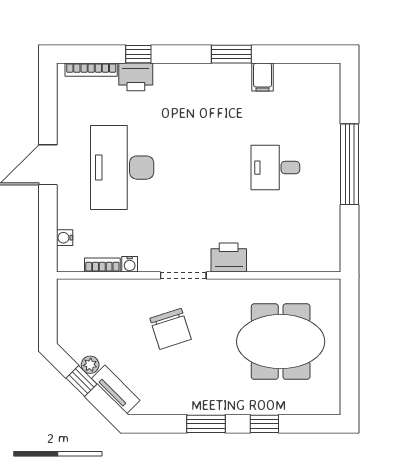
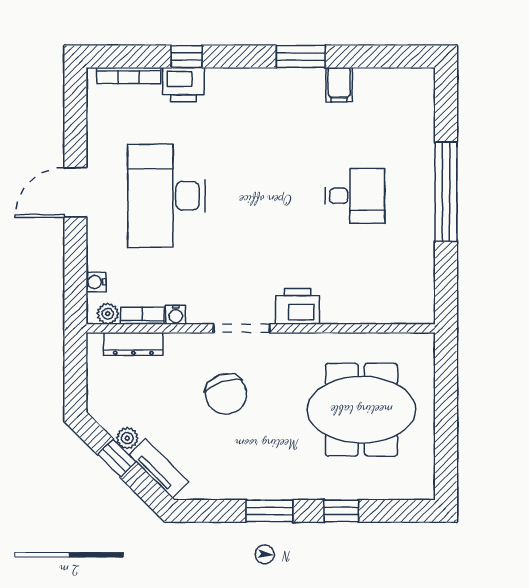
desk: (275, 168) -> (355, 196), turned 180
plant: (74, 263) -> (108, 314), added
dresser: (95, 288) -> (133, 344), added

